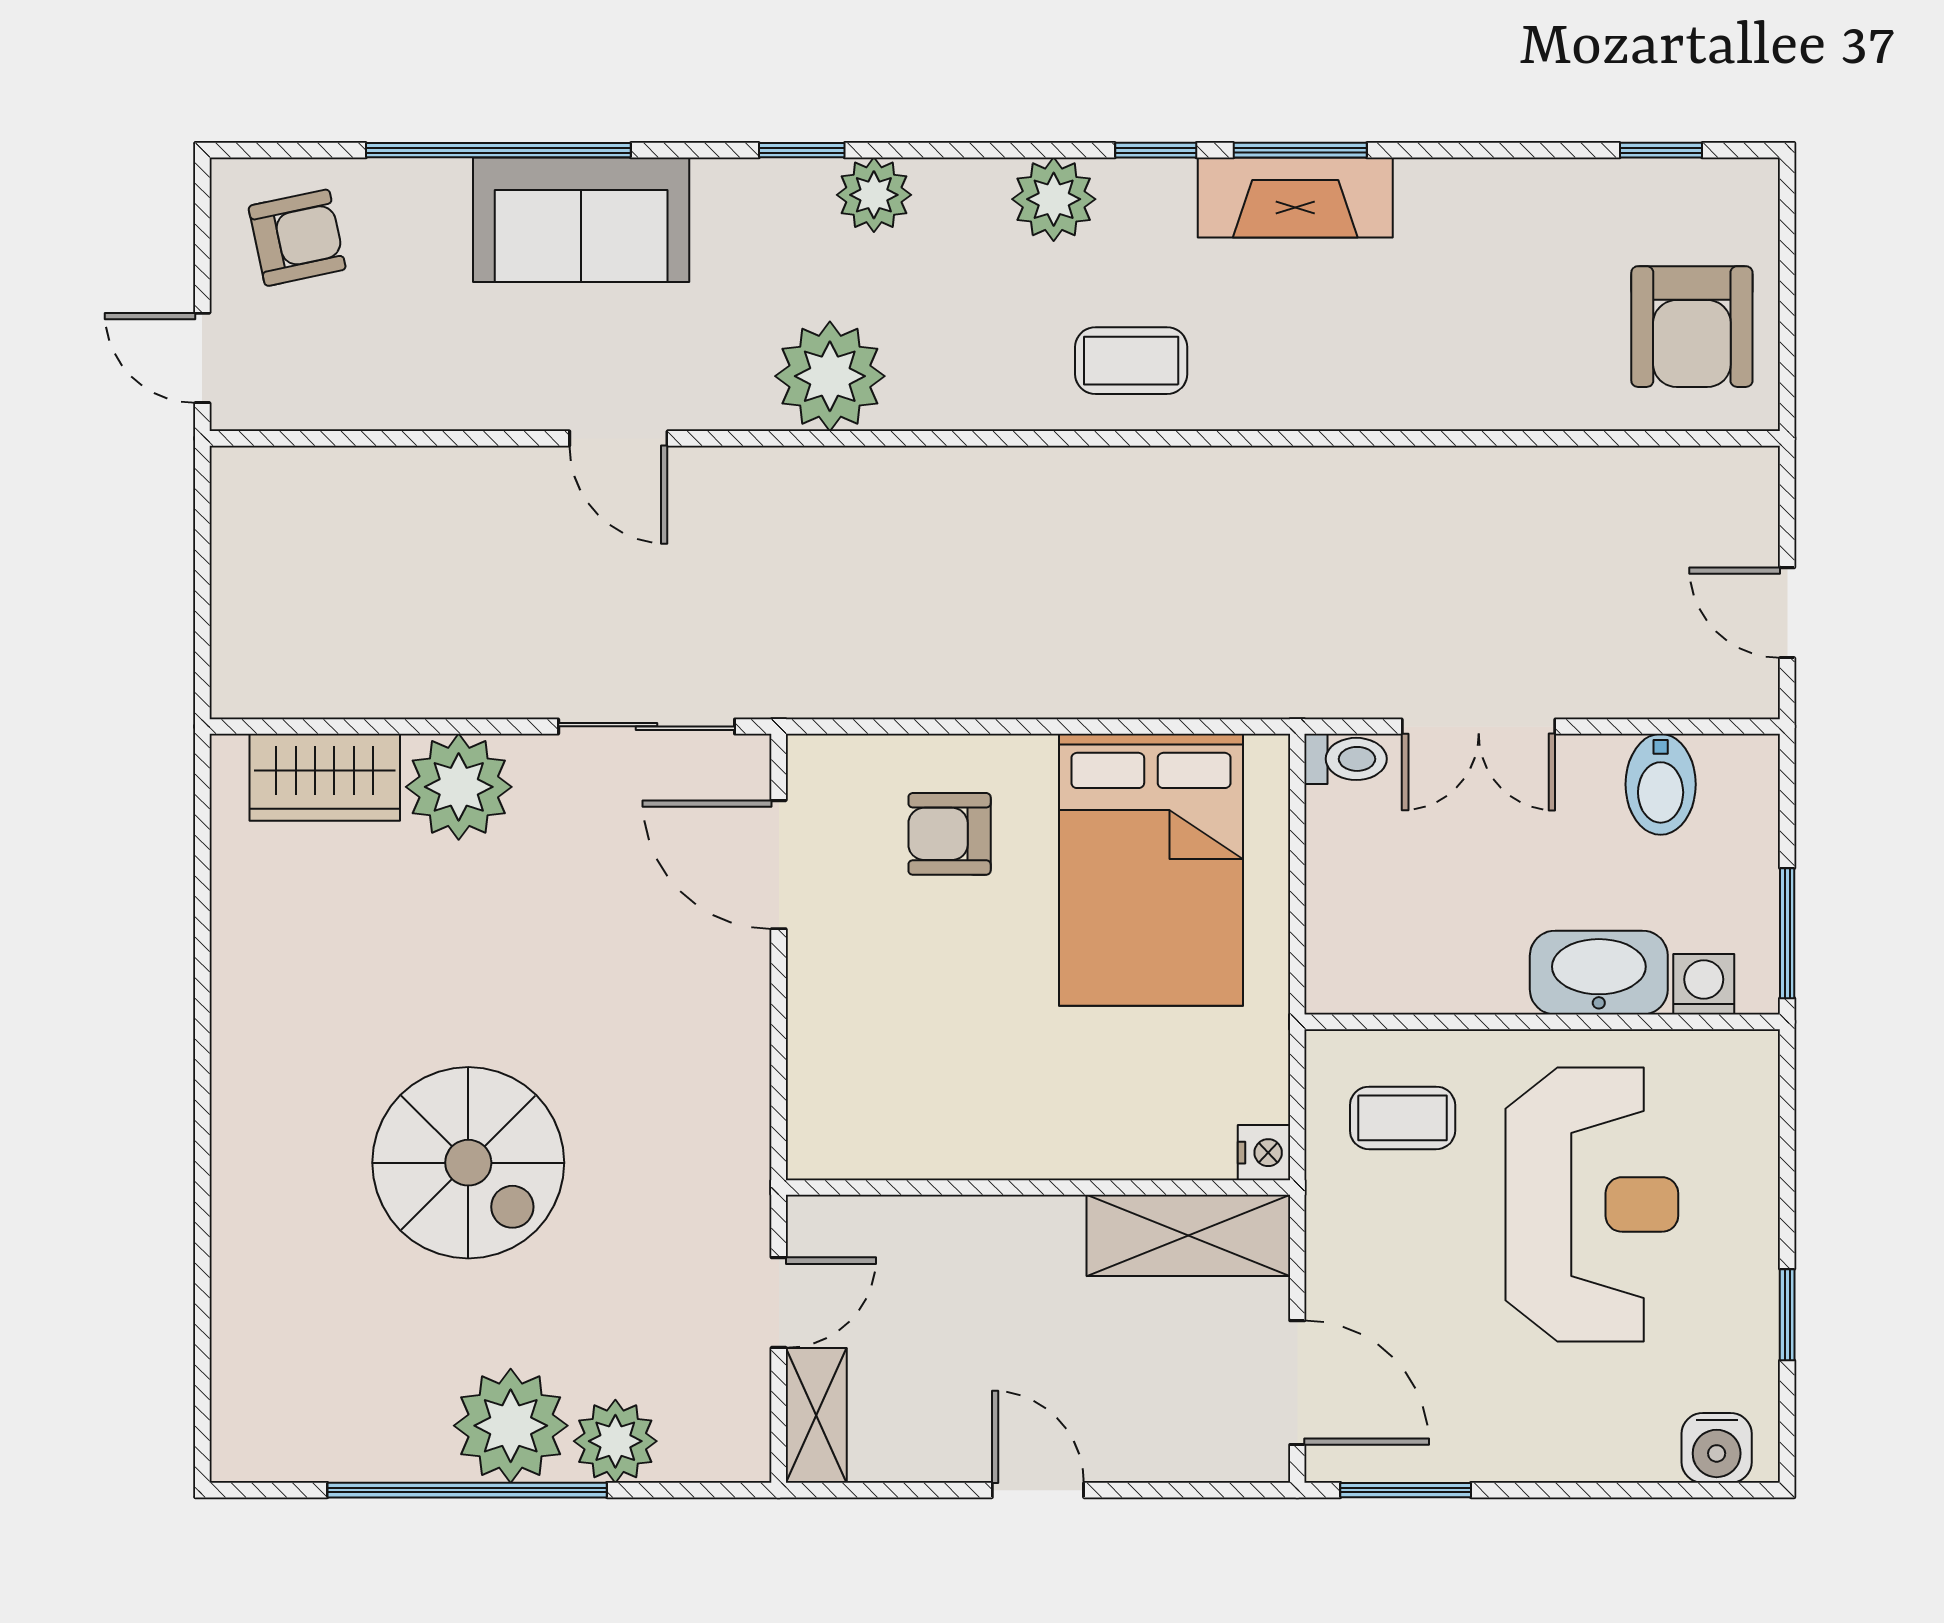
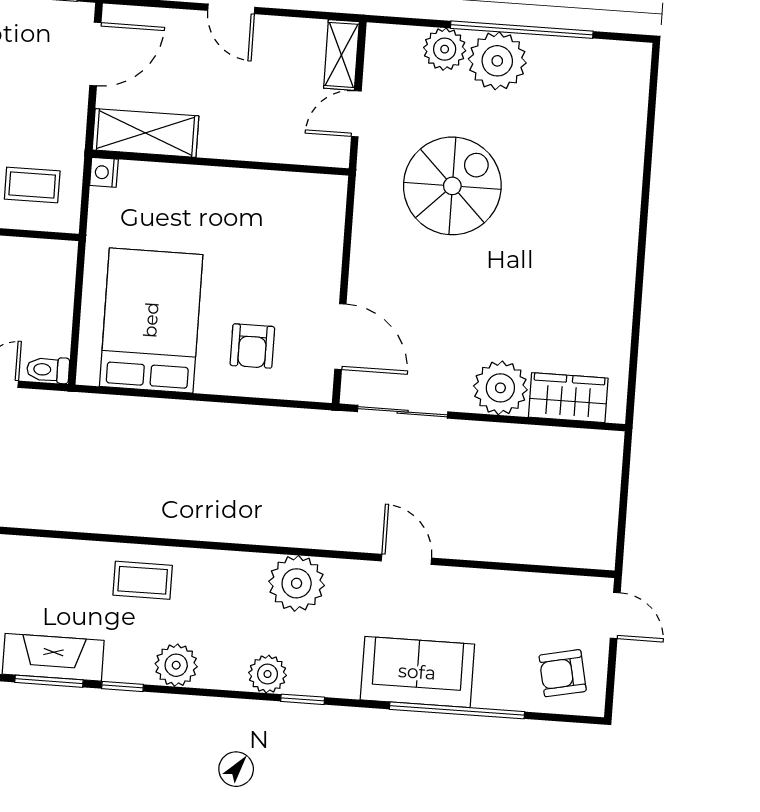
armchair: (950, 834) -> (252, 346), turned 90
spiral stairs: (468, 1163) -> (452, 186), moved, turned 90
door: (1297, 1383) -> (95, 54), swing flipped

